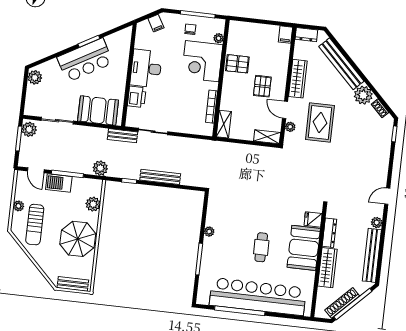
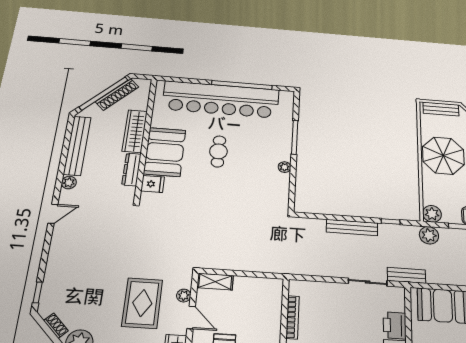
shelving: (224, 124) -> (274, 295), removed
plant: (93, 204) -> (432, 214), moved

